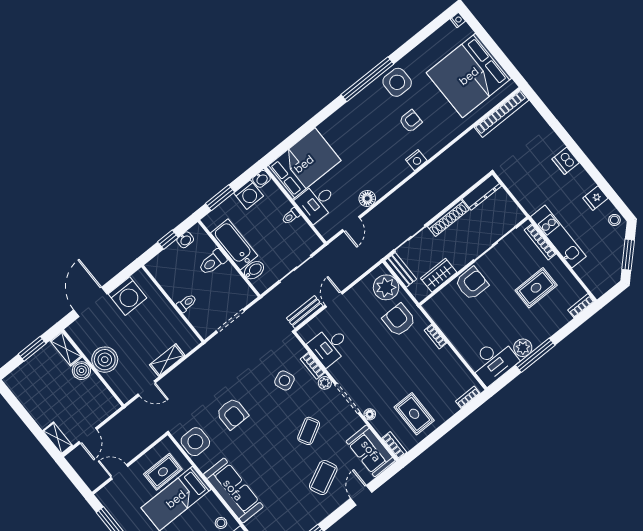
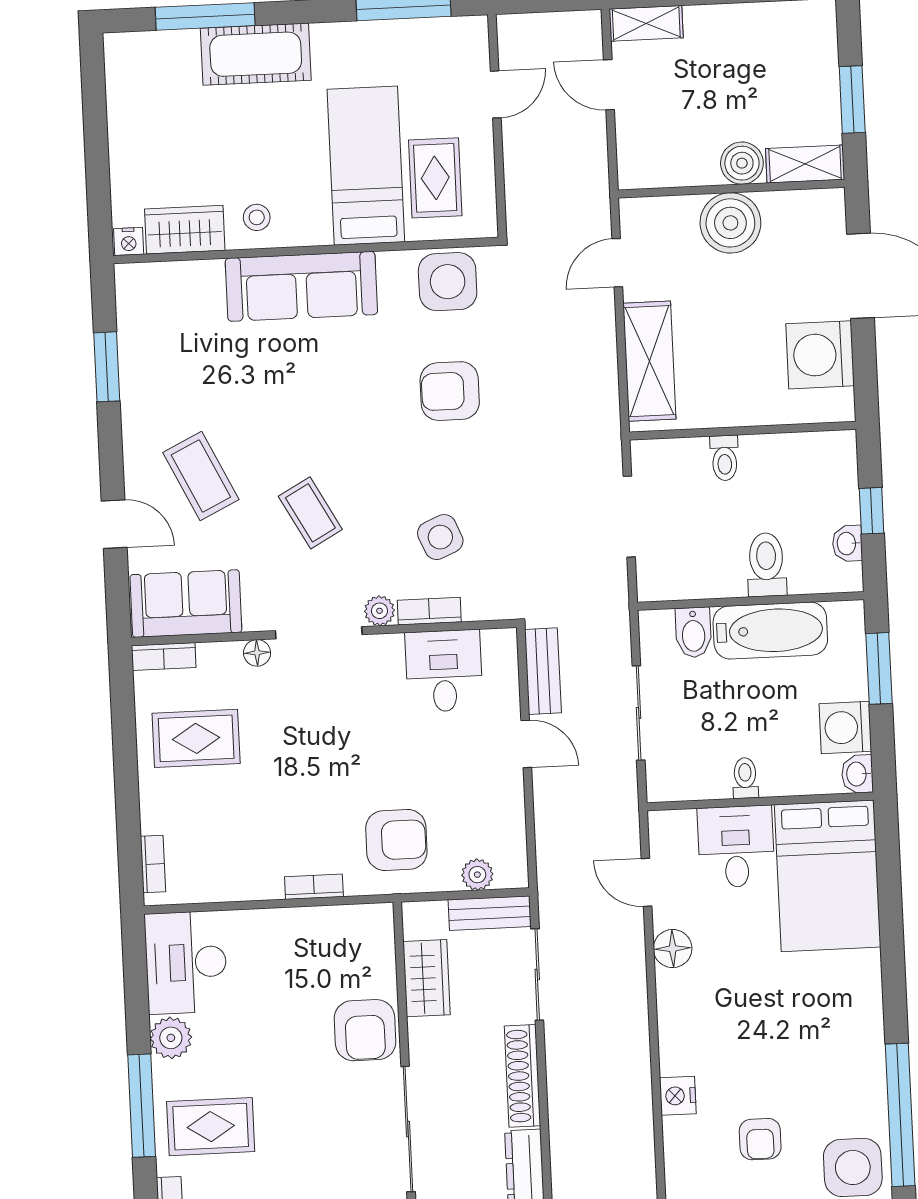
plant: (386, 287) -> (477, 875), width x0.53, depth x0.53
rug: (536, 288) -> (211, 1127), moved, turned 90
window: (535, 355) -> (142, 1106), moved
shelving: (167, 360) -> (649, 361), width x1.50, depth x1.33

